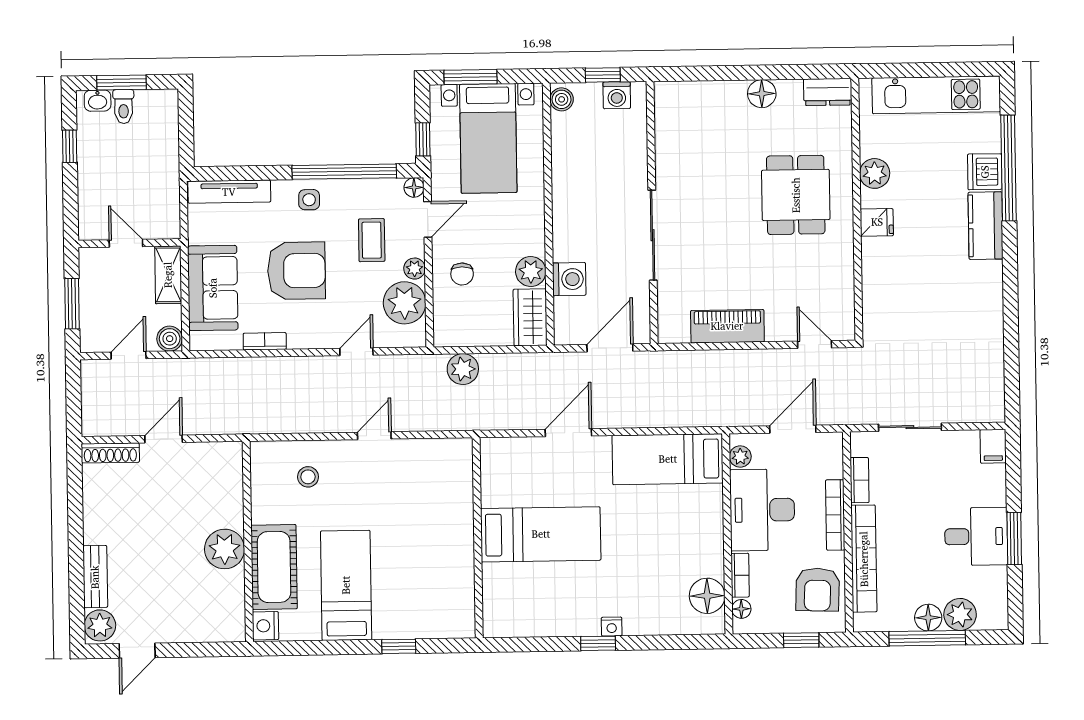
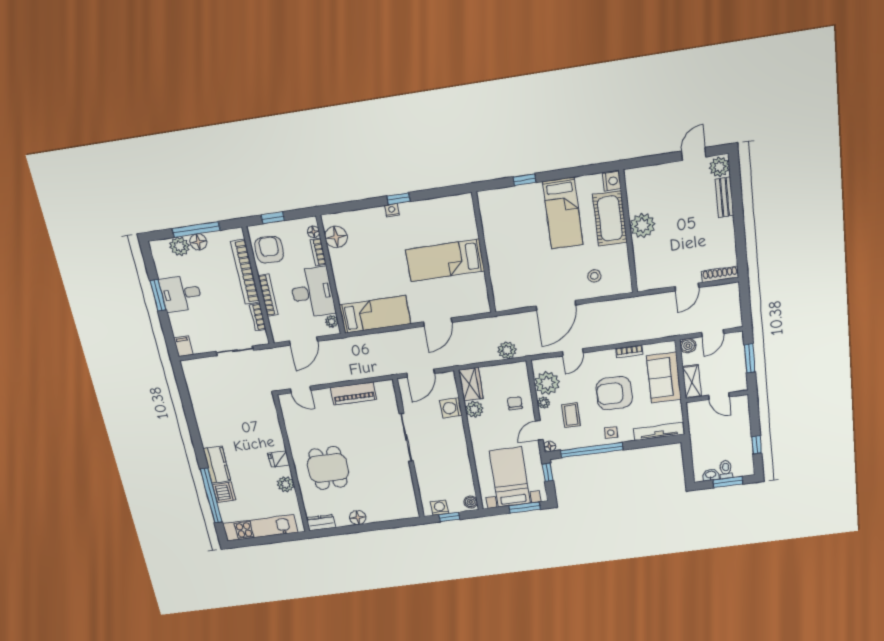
washbasin: (98, 101) -> (711, 475), moved
door: (374, 436) -> (556, 305), width x1.88

